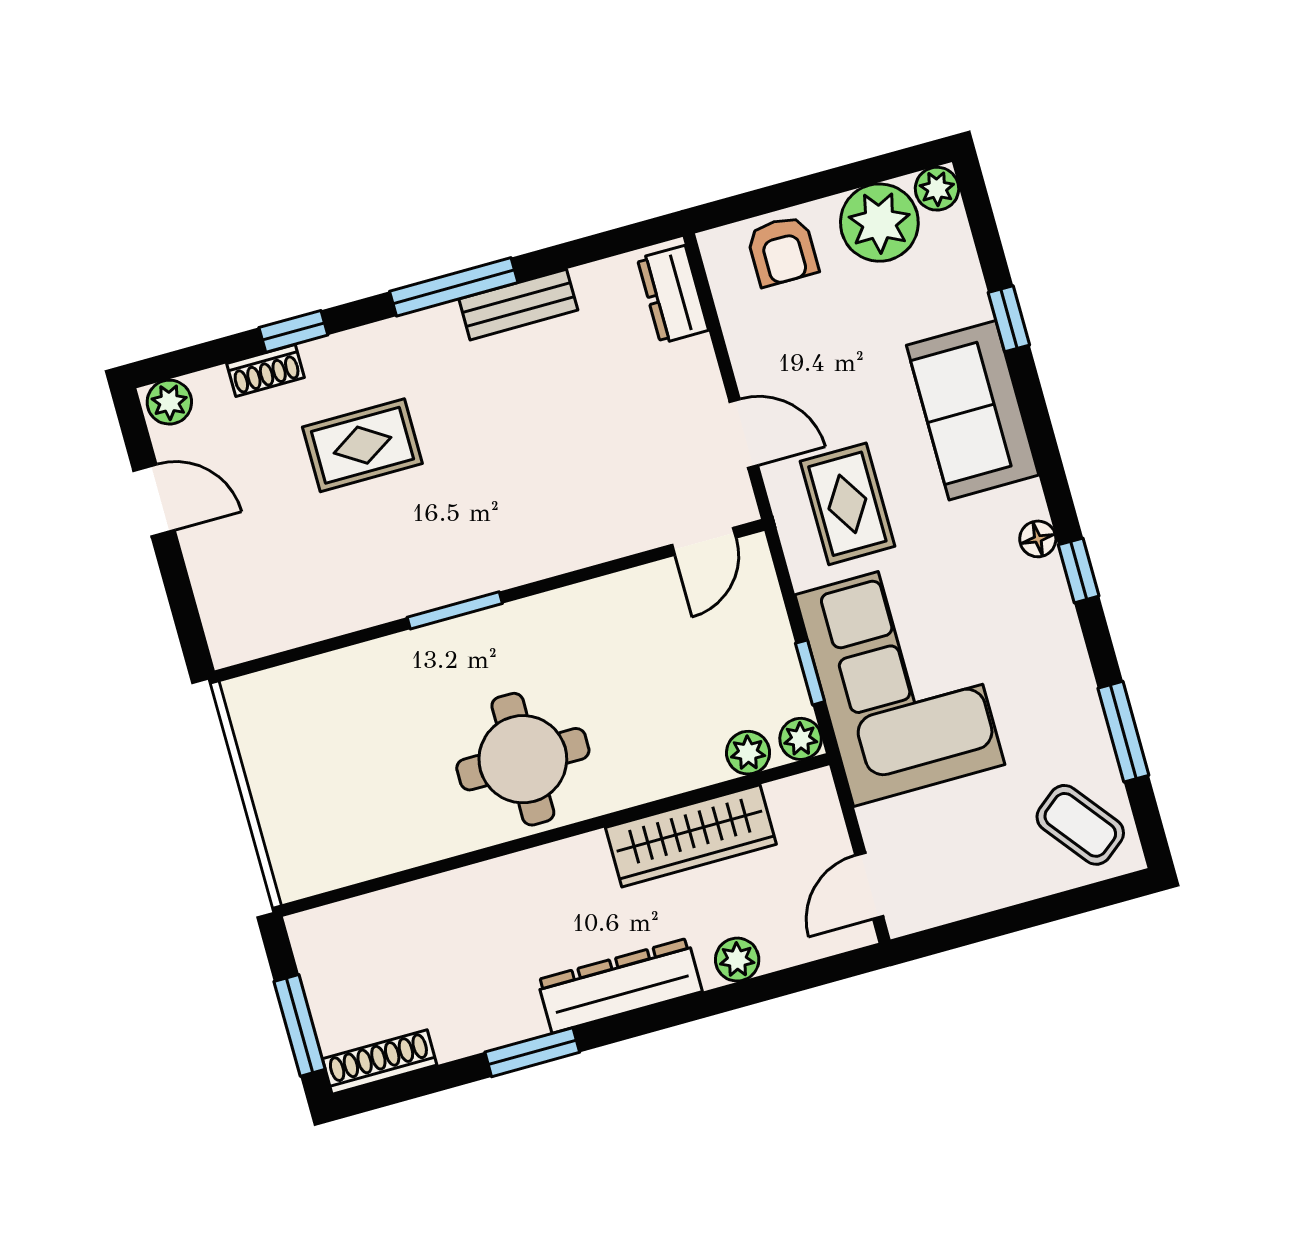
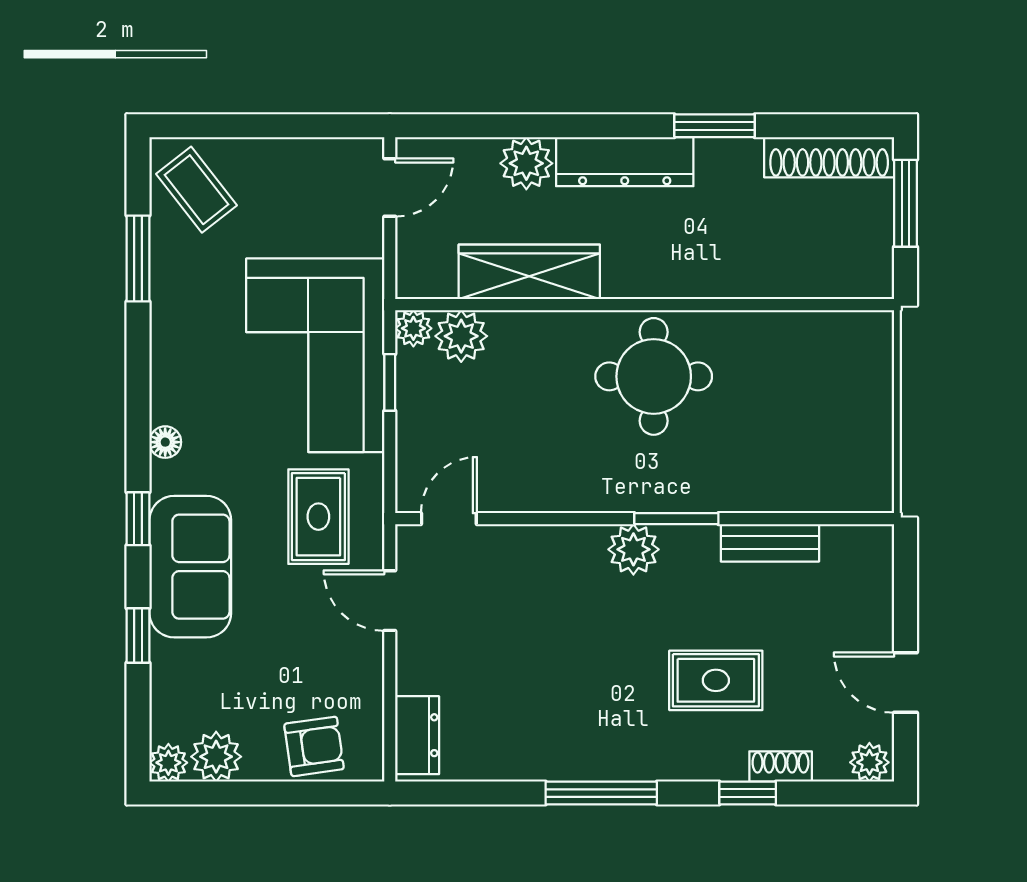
plant: (879, 223) -> (216, 757), width x0.73, depth x0.73
armchair: (782, 251) -> (314, 746), turned 82
bench: (518, 305) -> (770, 543), moved
plant: (492, 564) -> (633, 549), added
window: (1079, 570) -> (138, 519), moved
plant: (748, 753) -> (461, 336), width x1.38, depth x1.38
plant: (737, 960) -> (526, 163), width x1.38, depth x1.38
shoe rack: (380, 1062) -> (829, 157), width x1.36, depth x1.24

